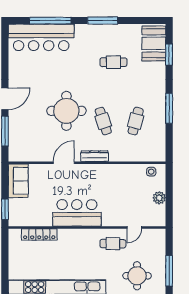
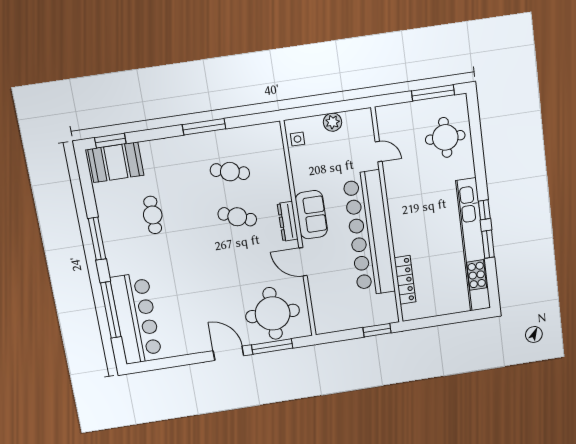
window: (169, 54) -> (110, 141), moved
round table: (66, 111) -> (273, 313), moved
cafe table: (103, 121) -> (237, 217), turned 39
sofa: (18, 181) -> (311, 215), moved, turned 90
bar counter: (77, 213) -> (369, 234), width x1.86
cafe table: (113, 244) -> (405, 178), removed

